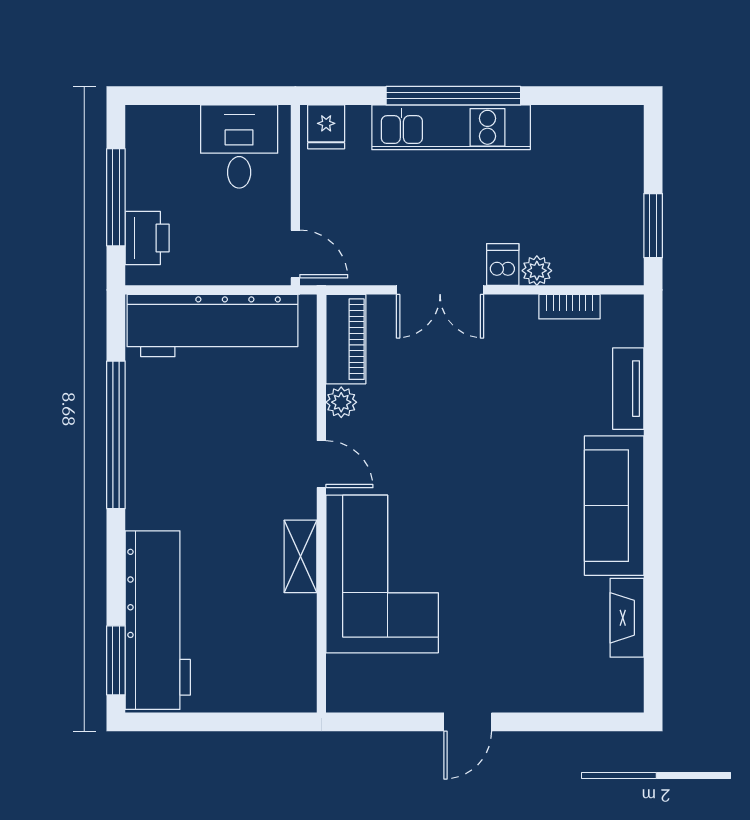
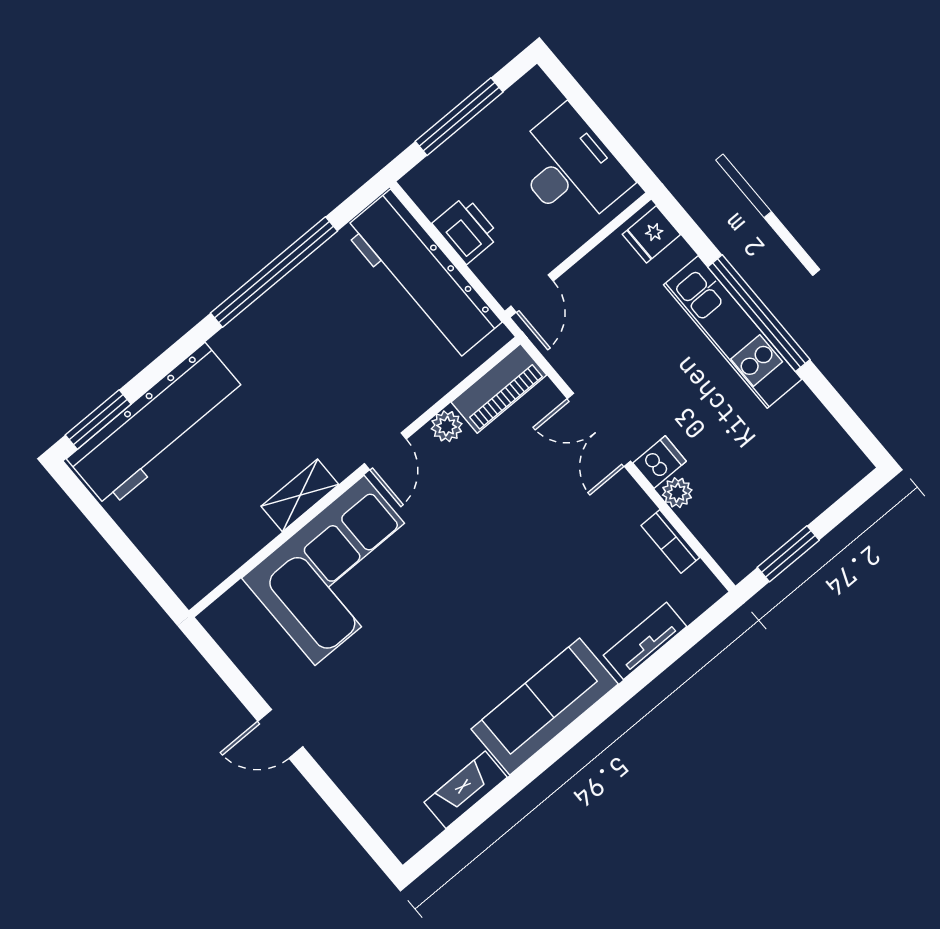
desk: (239, 147) -> (570, 168), width x1.37
printer: (147, 238) -> (466, 230), moved, turned -90

